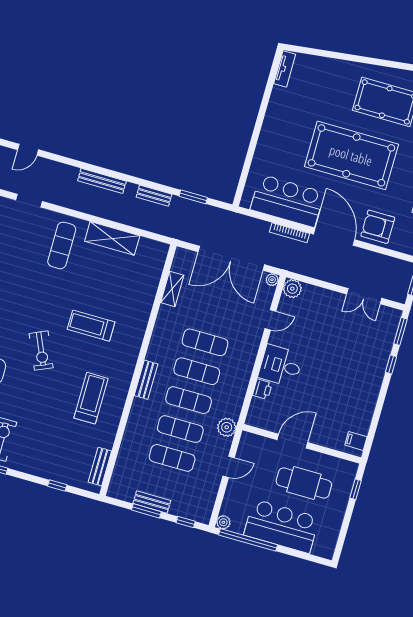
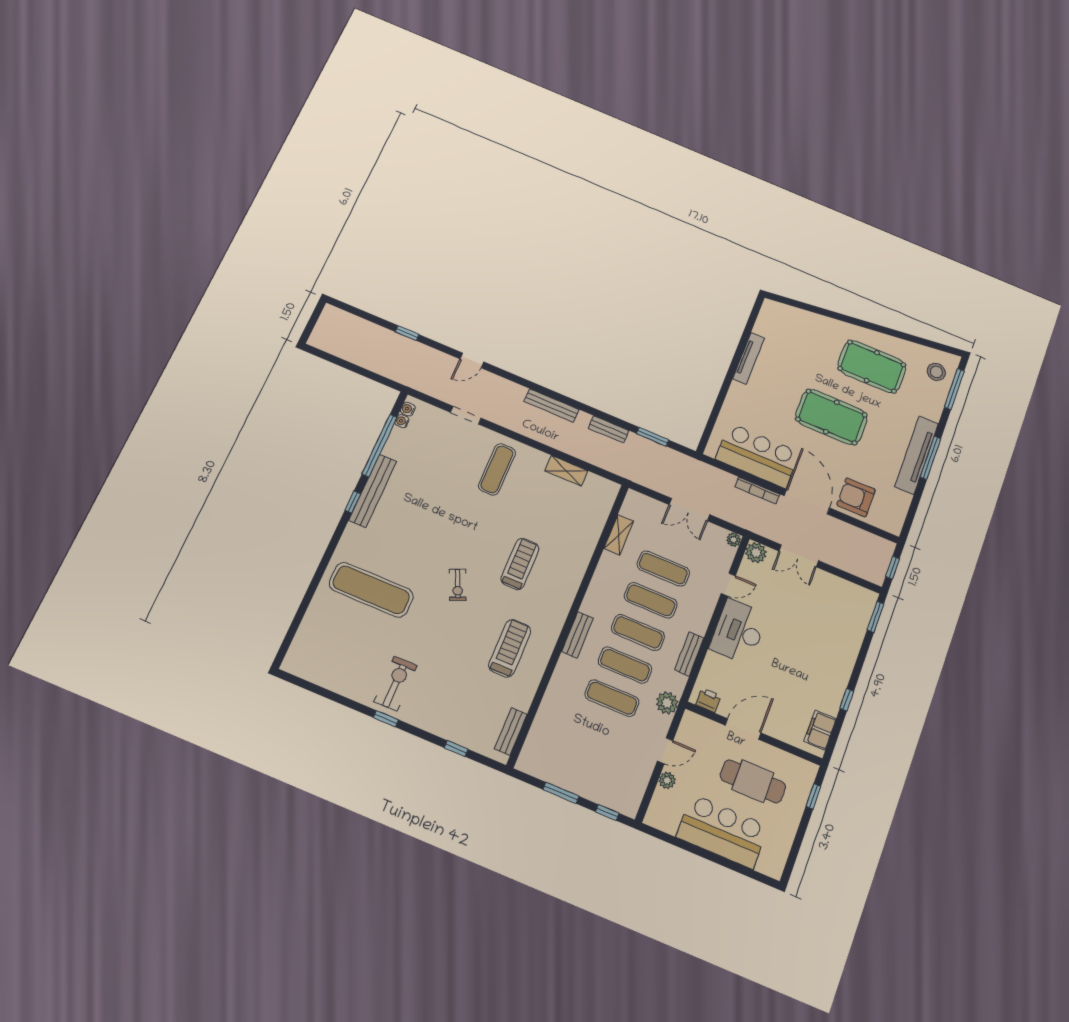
tv unit: (285, 69) -> (749, 358), moved, width x1.41
pool table: (351, 155) -> (831, 417), width x0.73, depth x0.76
shelving: (112, 238) -> (566, 471), width x0.67, depth x0.75
double door: (231, 258) -> (689, 510), width x0.54
double door: (364, 296) -> (799, 556), moved
treadmill: (91, 326) -> (520, 564), turned 90
exercise bike: (41, 351) -> (458, 585), width x0.73, depth x0.72
window: (391, 365) -> (847, 700), moved
desk: (281, 366) -> (739, 632), width x1.37
printer: (262, 389) -> (708, 700), moved, turned -90
filing cabinet: (356, 441) -> (820, 730), width x2.00
exercise mat: (172, 458) -> (663, 569), moved
bench: (152, 502) -> (689, 654), moved, turned 90
plant: (223, 522) -> (667, 780), moved
window: (248, 540) -> (681, 844), removed

